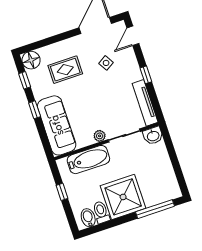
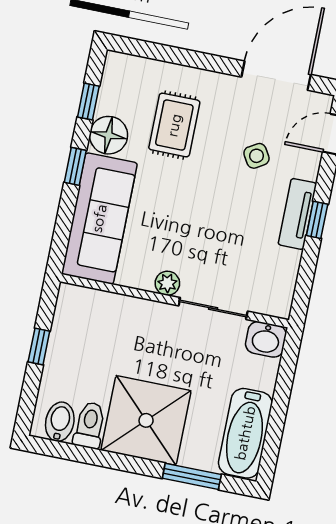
floor lamp: (31, 60) -> (109, 135), moved
rug: (65, 70) -> (174, 125), turned 90
tv unit: (145, 103) -> (297, 214), moved, width x0.71
bathtub: (88, 160) -> (245, 433), moved, turned 90
window: (155, 209) -> (192, 476), width x0.69

